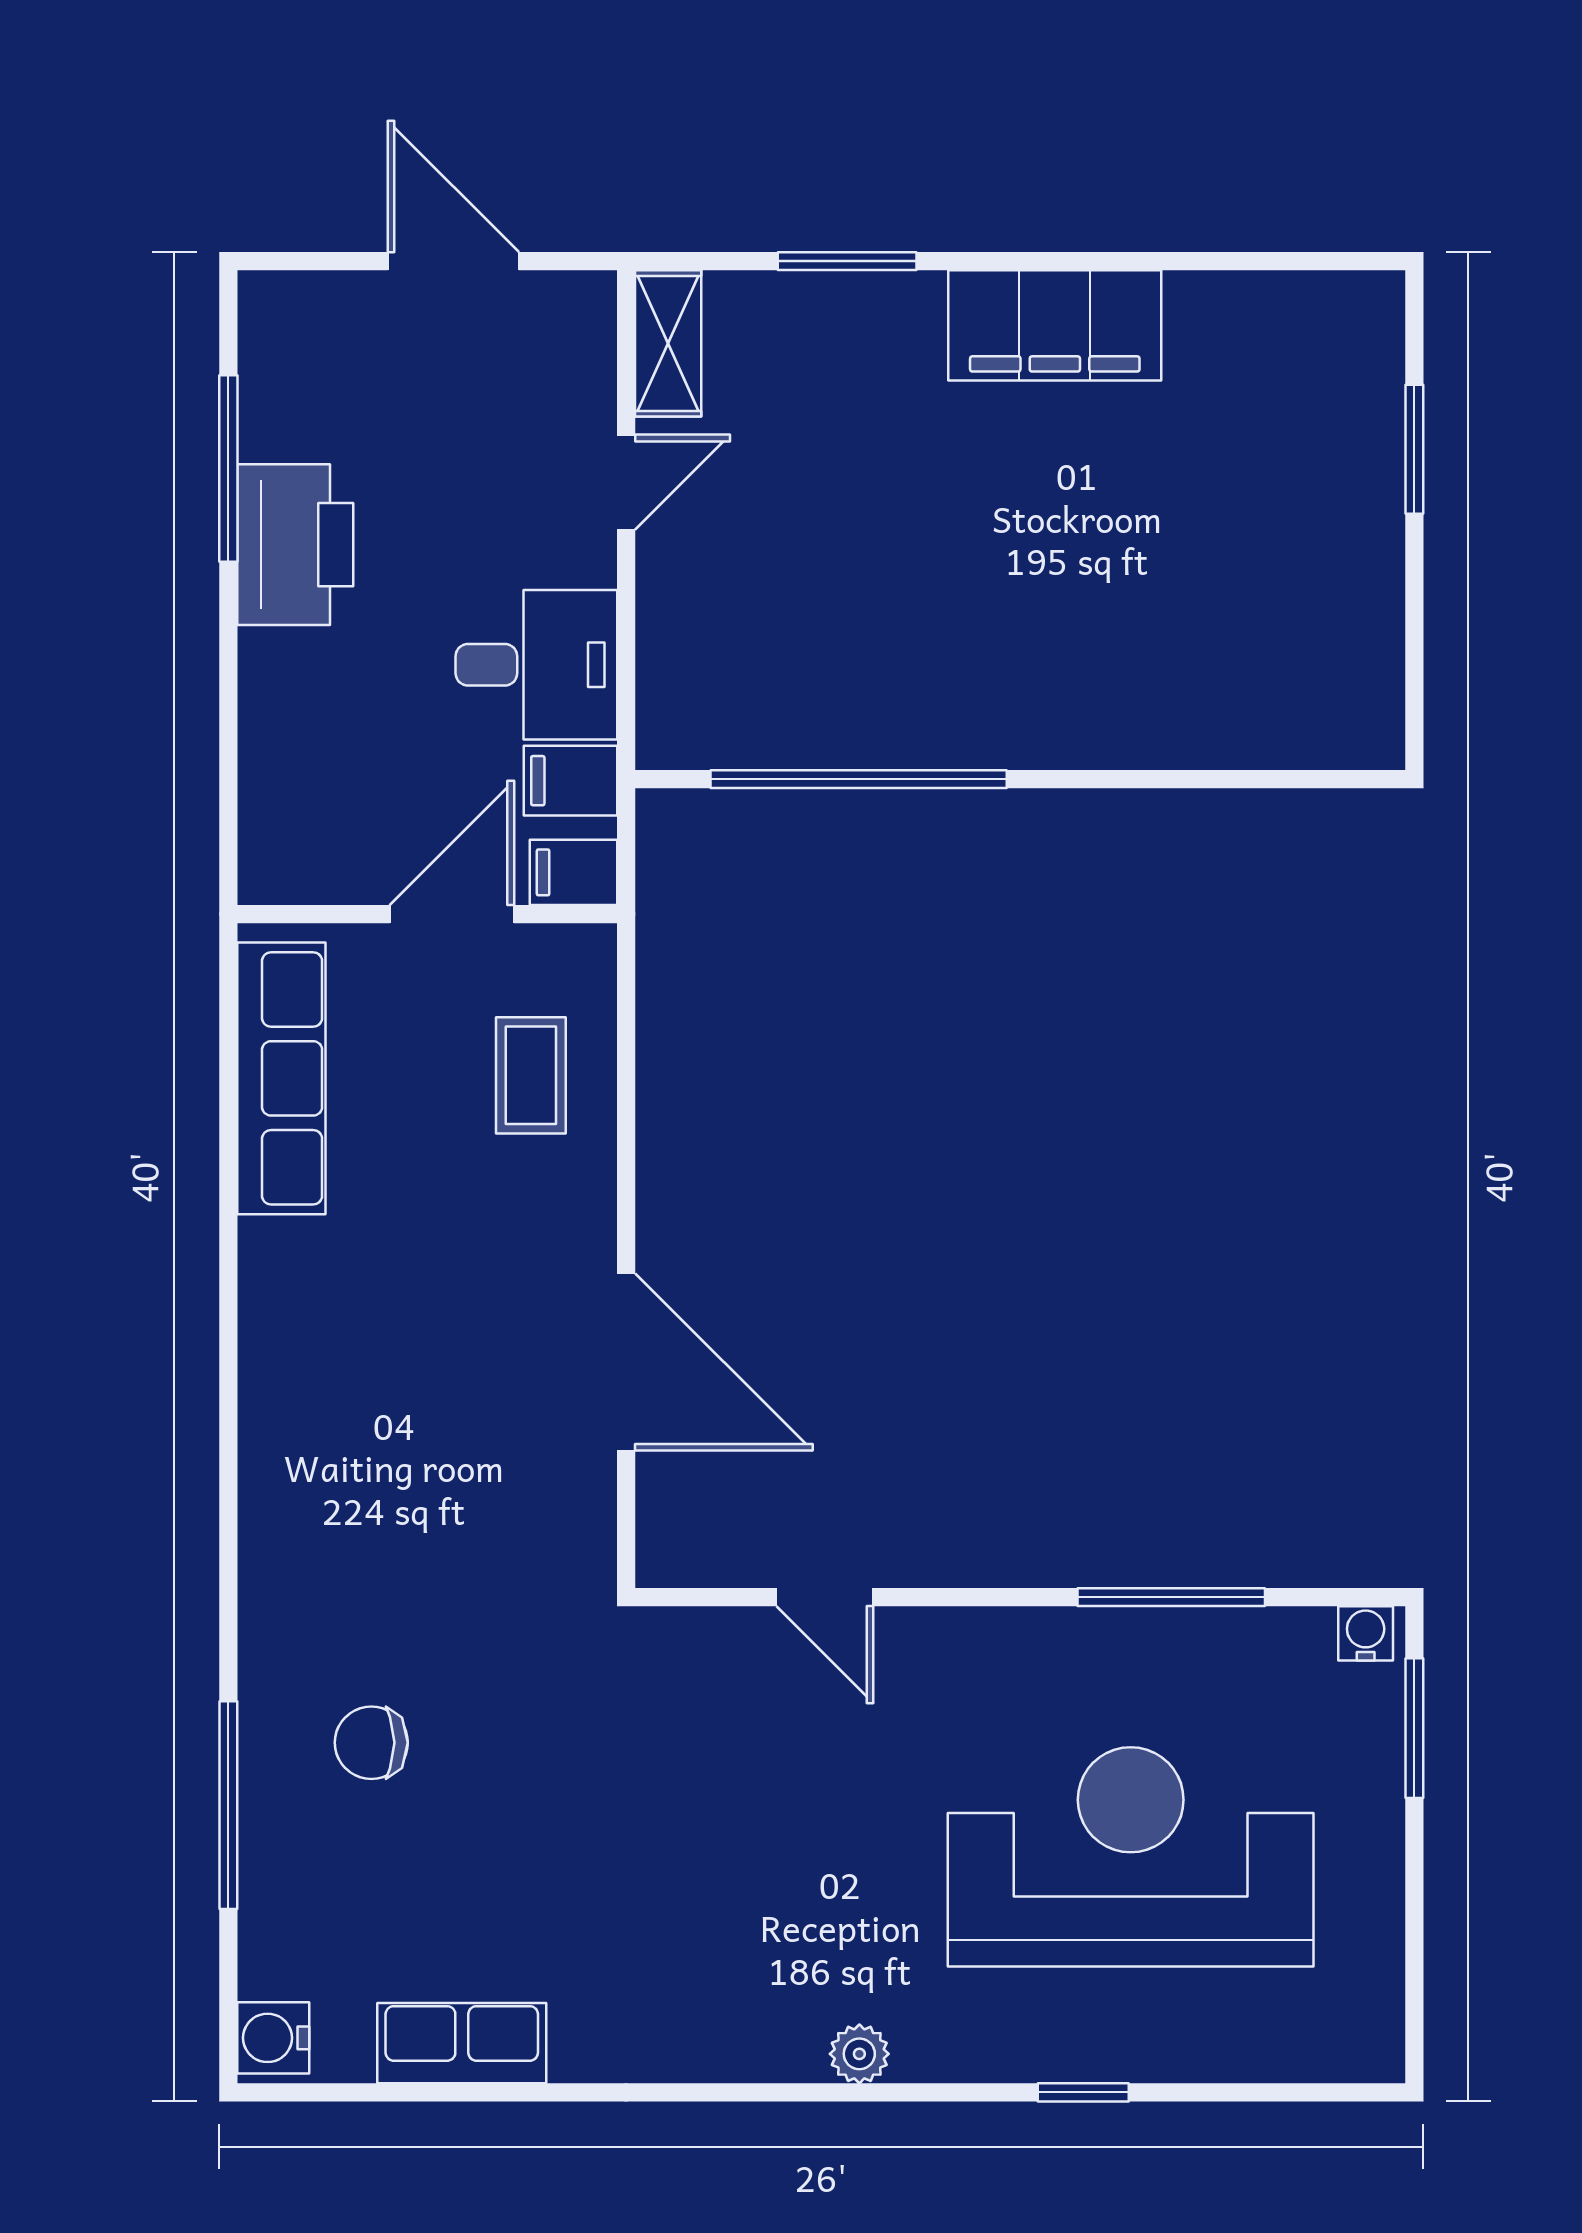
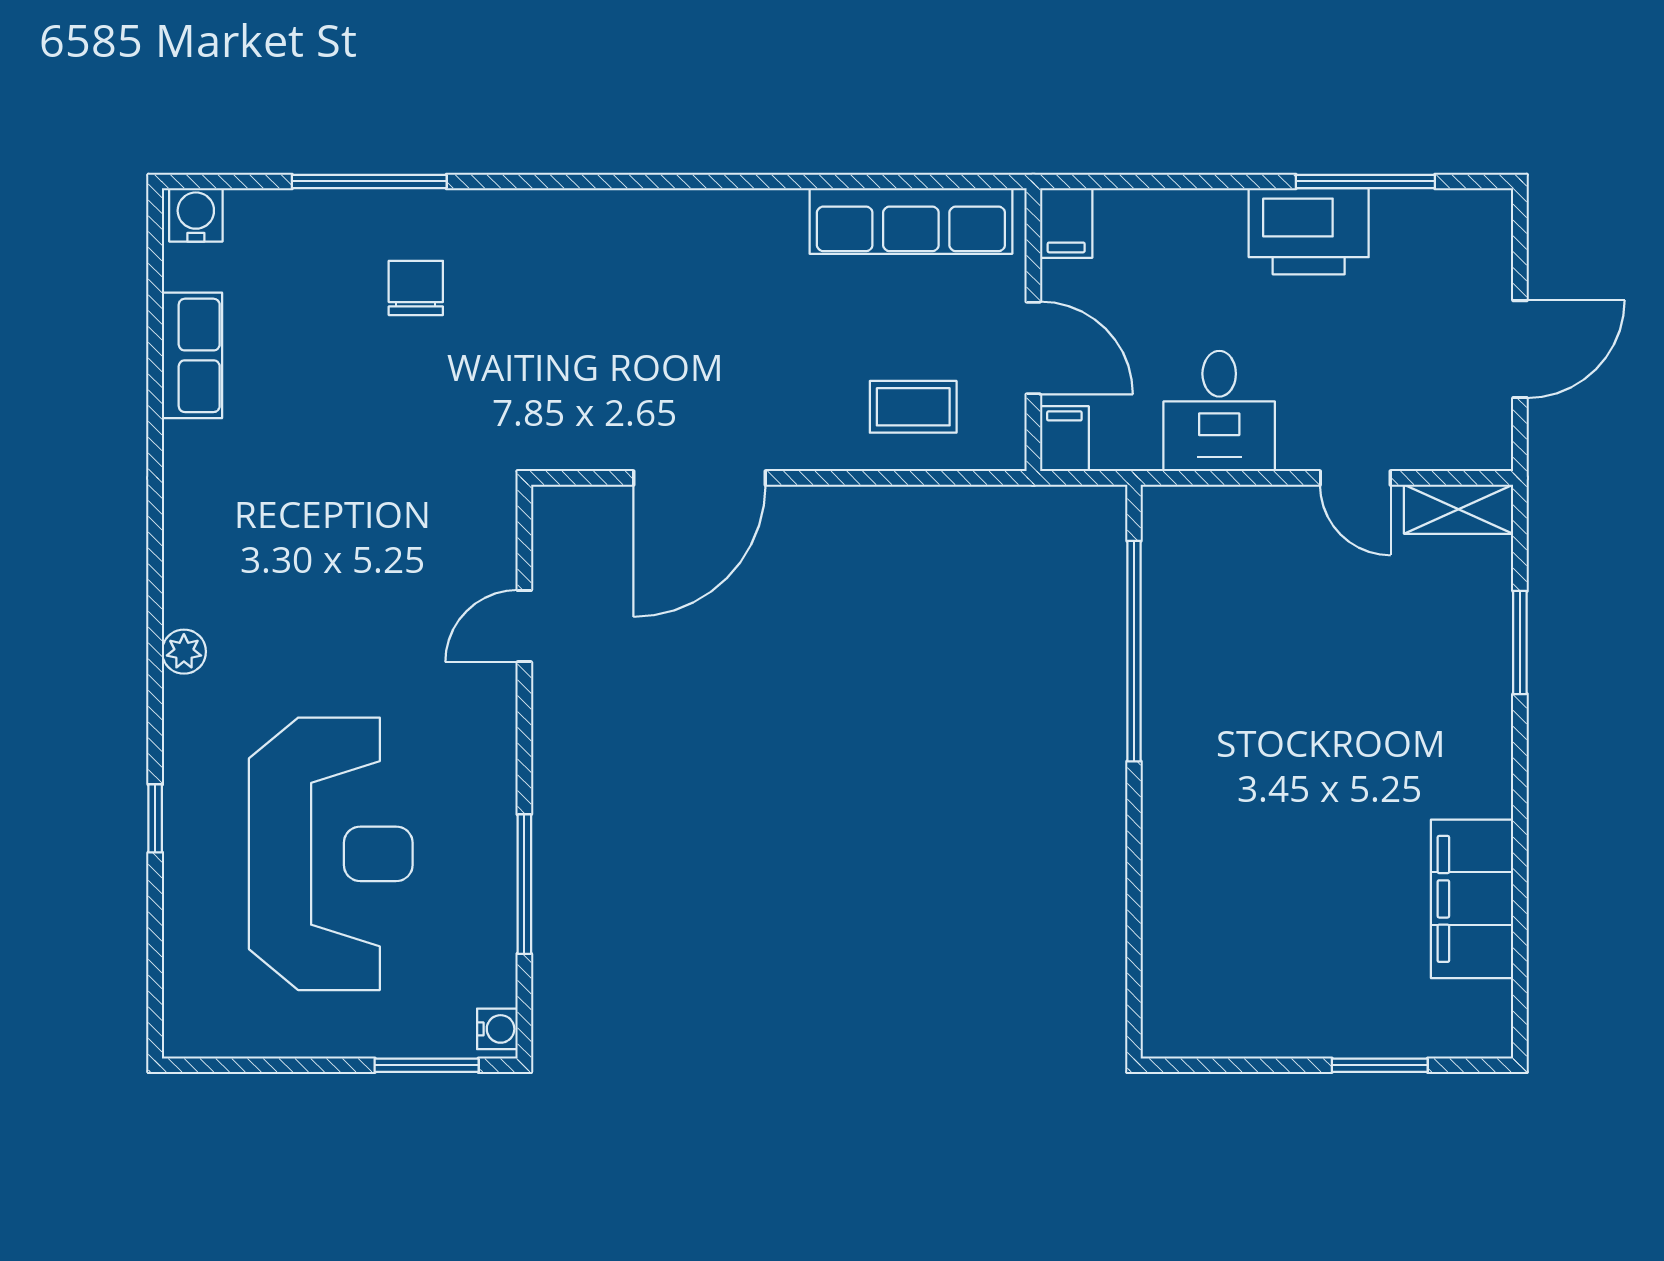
filing cabinet: (1055, 325) -> (1472, 899), moved
filing cabinet: (571, 781) -> (1066, 223), moved, turned 180

